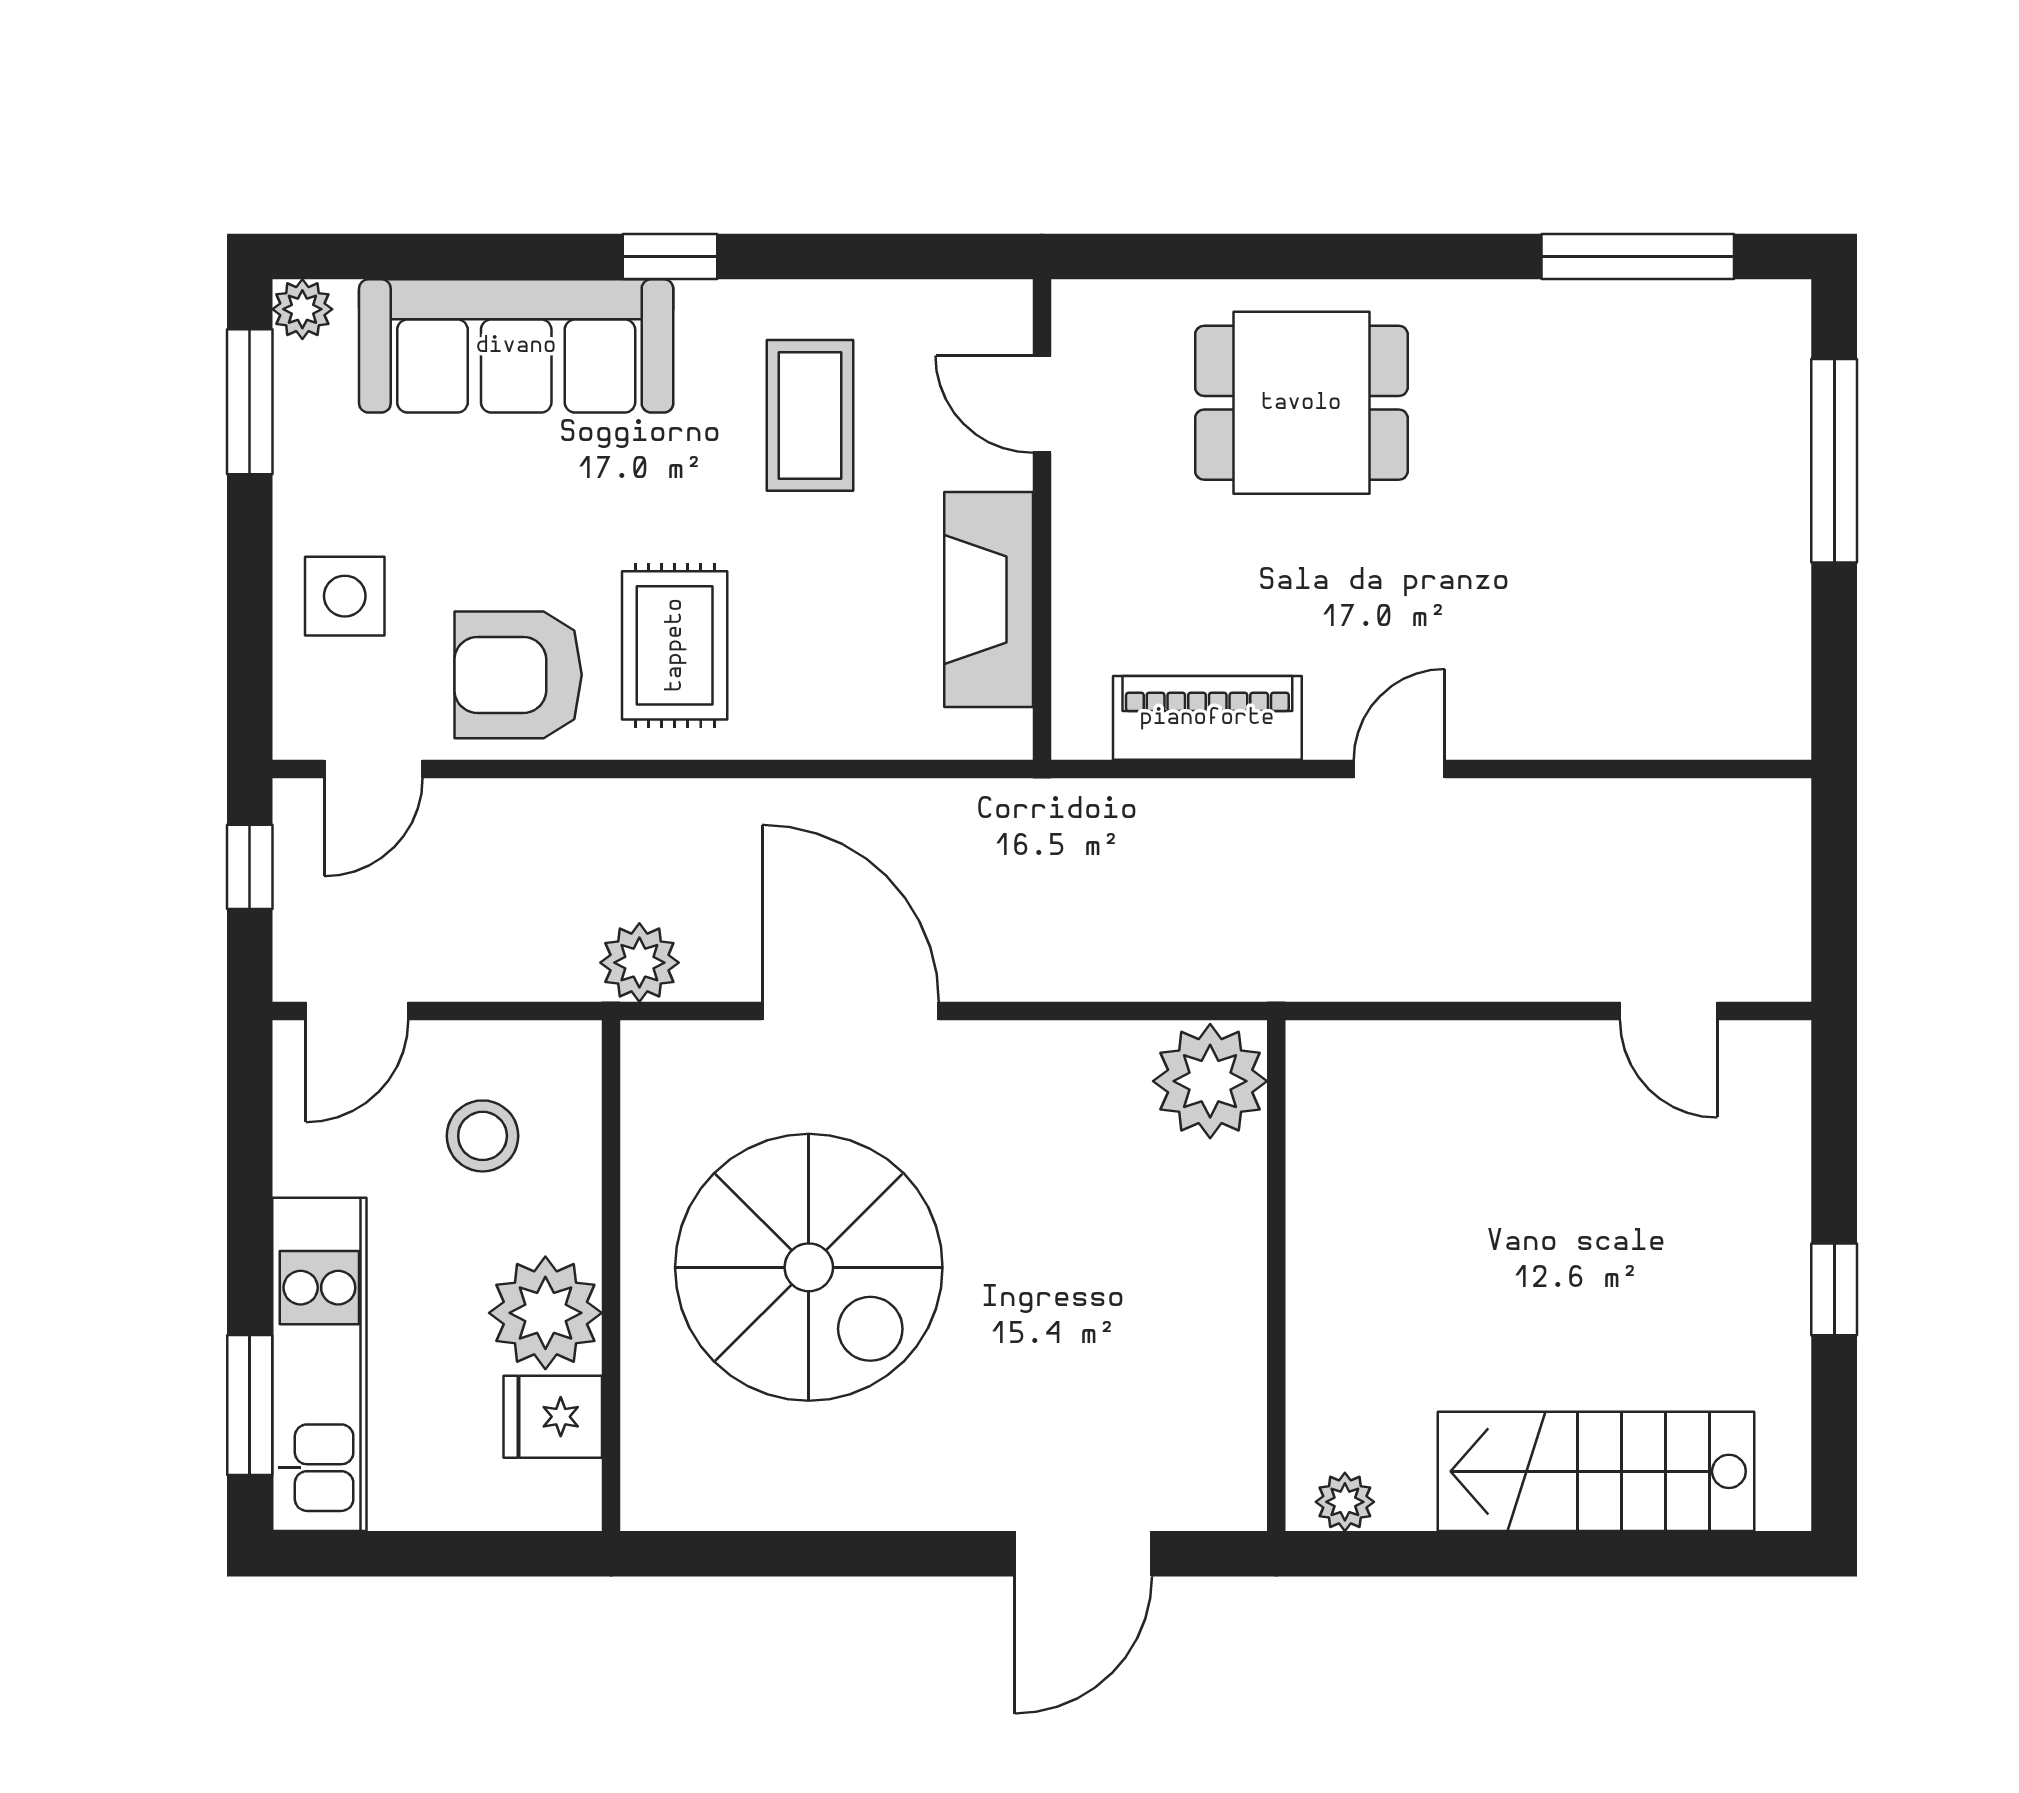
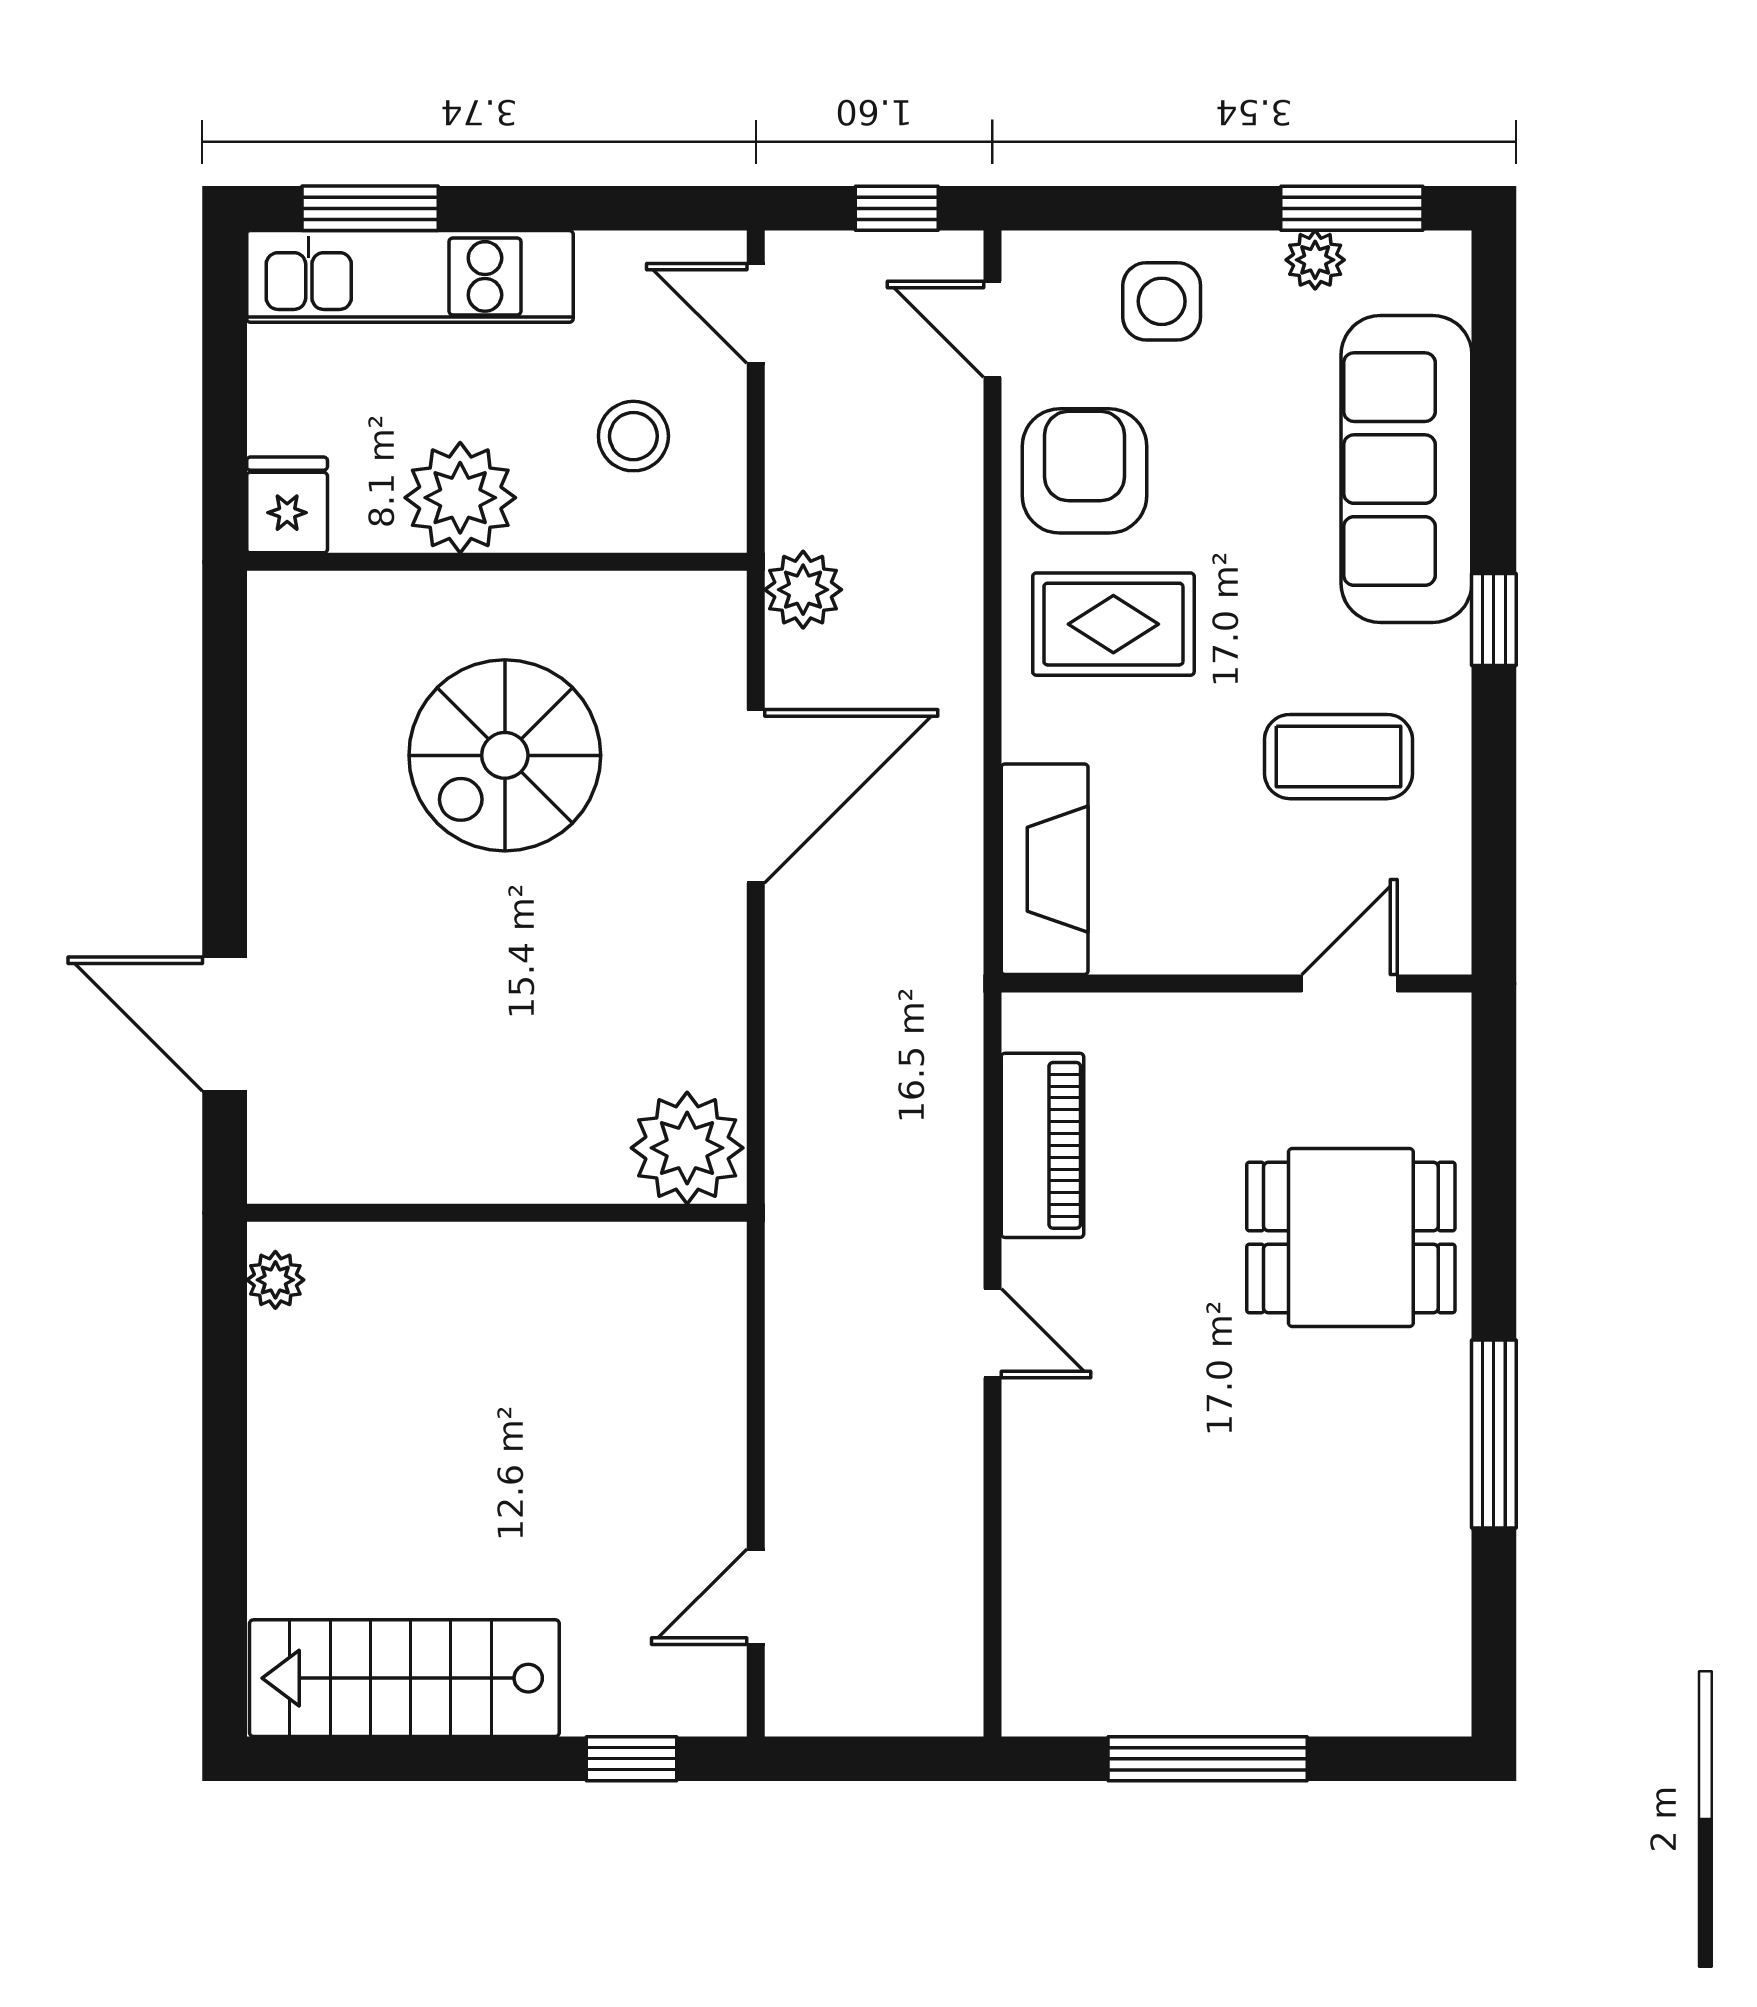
window: (1638, 257) -> (1494, 1434), moved
plant: (302, 309) -> (1315, 260), moved
dining table: (1301, 403) -> (1351, 1237), turned 90
window: (1834, 461) -> (1208, 1759), moved
fireplace: (989, 599) -> (1045, 869), moved, turned 90
spiral stairs: (809, 1267) -> (505, 755), width x0.73, depth x0.73
window: (1834, 1289) -> (631, 1759), moved
fridge: (553, 1417) -> (287, 505), moved
stairs: (1596, 1471) -> (404, 1678), moved, turned -90

